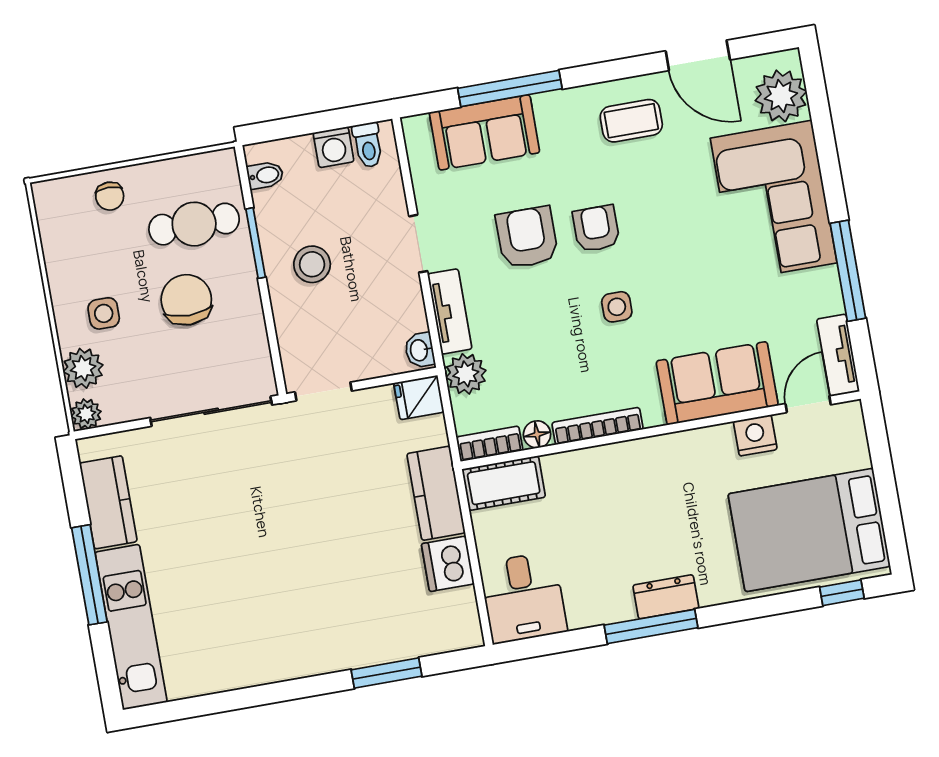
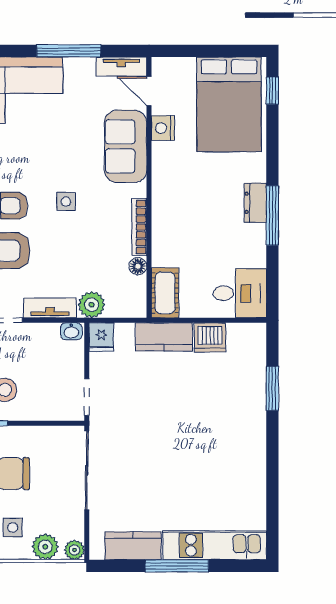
bookcase: (490, 444) -> (139, 297), removed

